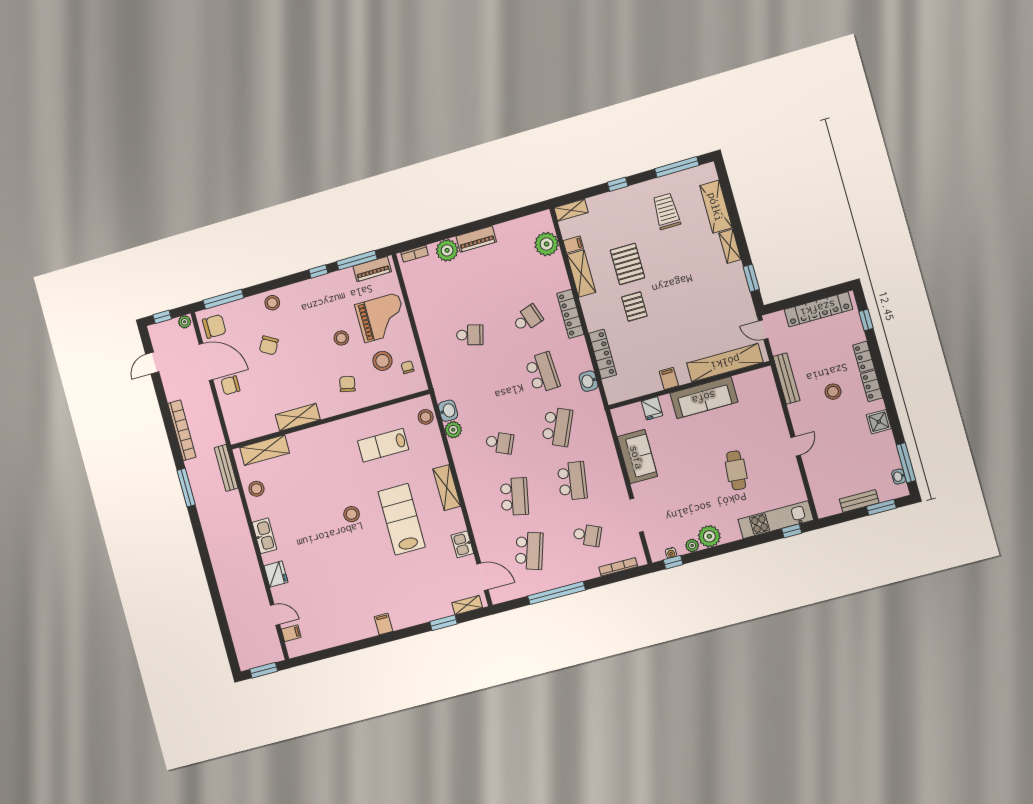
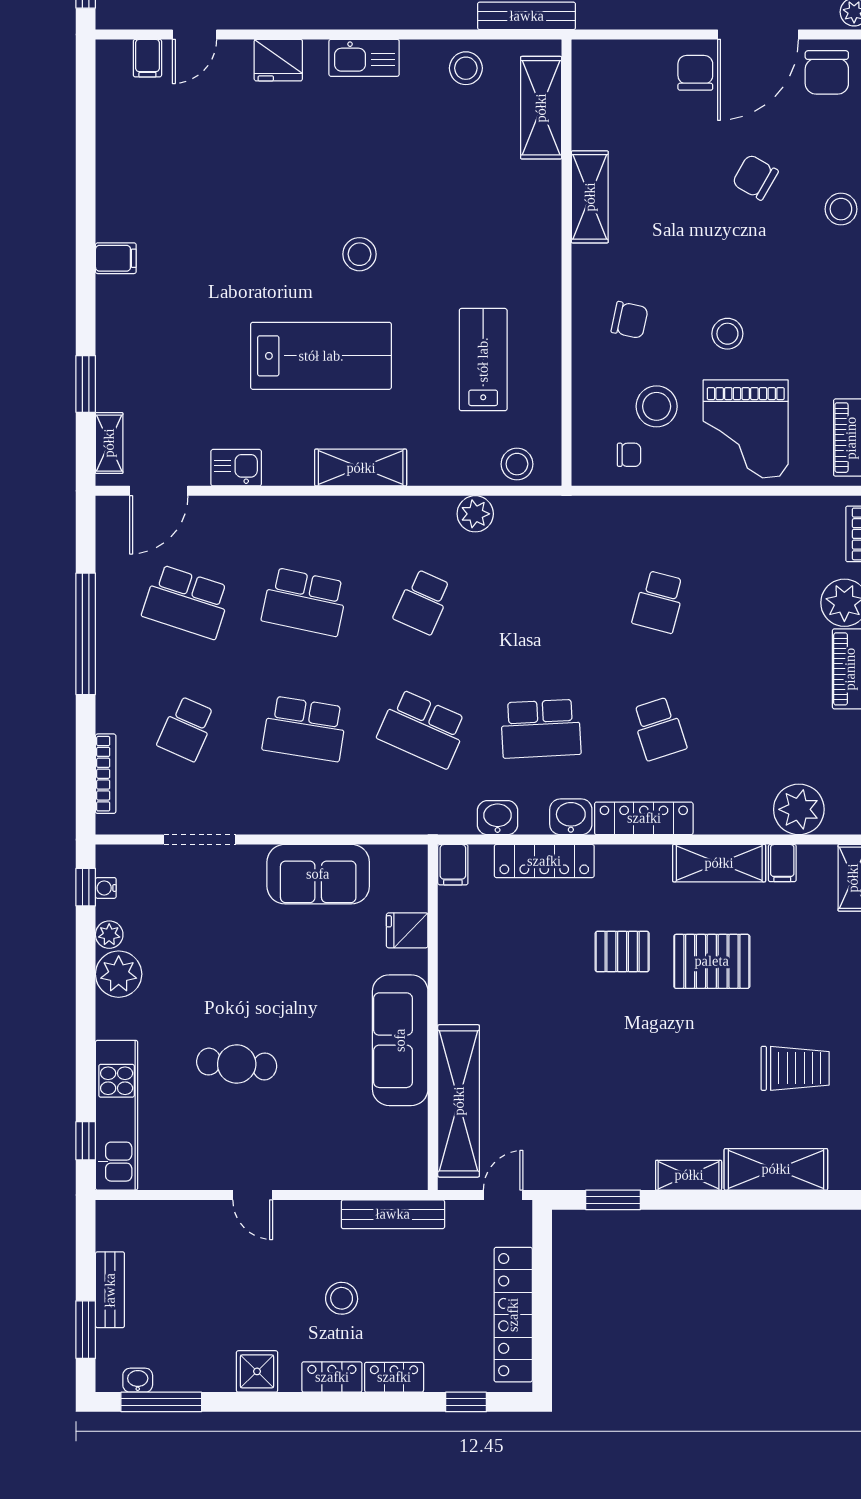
filing cabinet: (669, 379) -> (453, 865), moved, turned 90
washbasin: (448, 411) -> (571, 817), moved, turned 180

